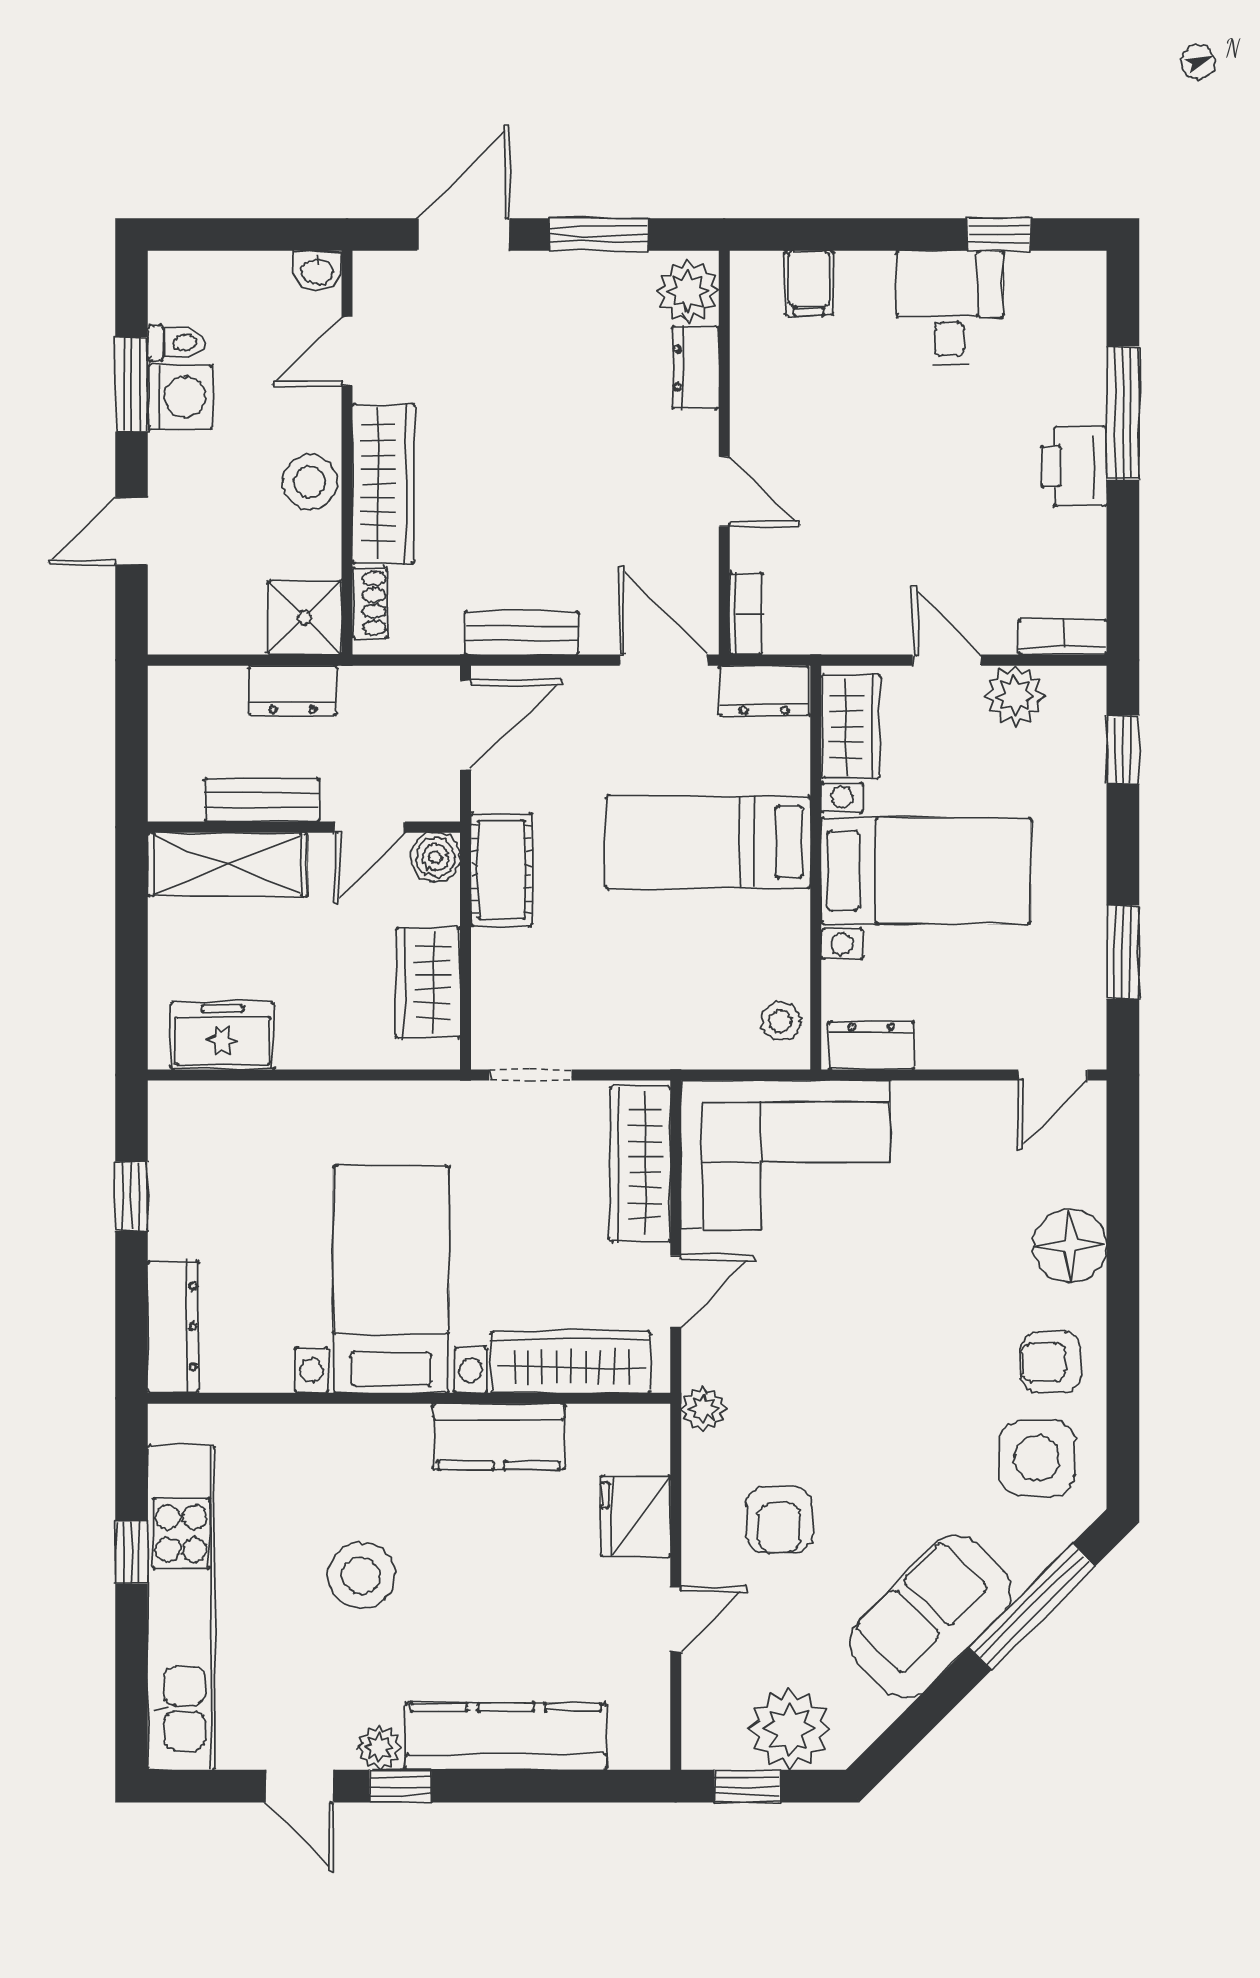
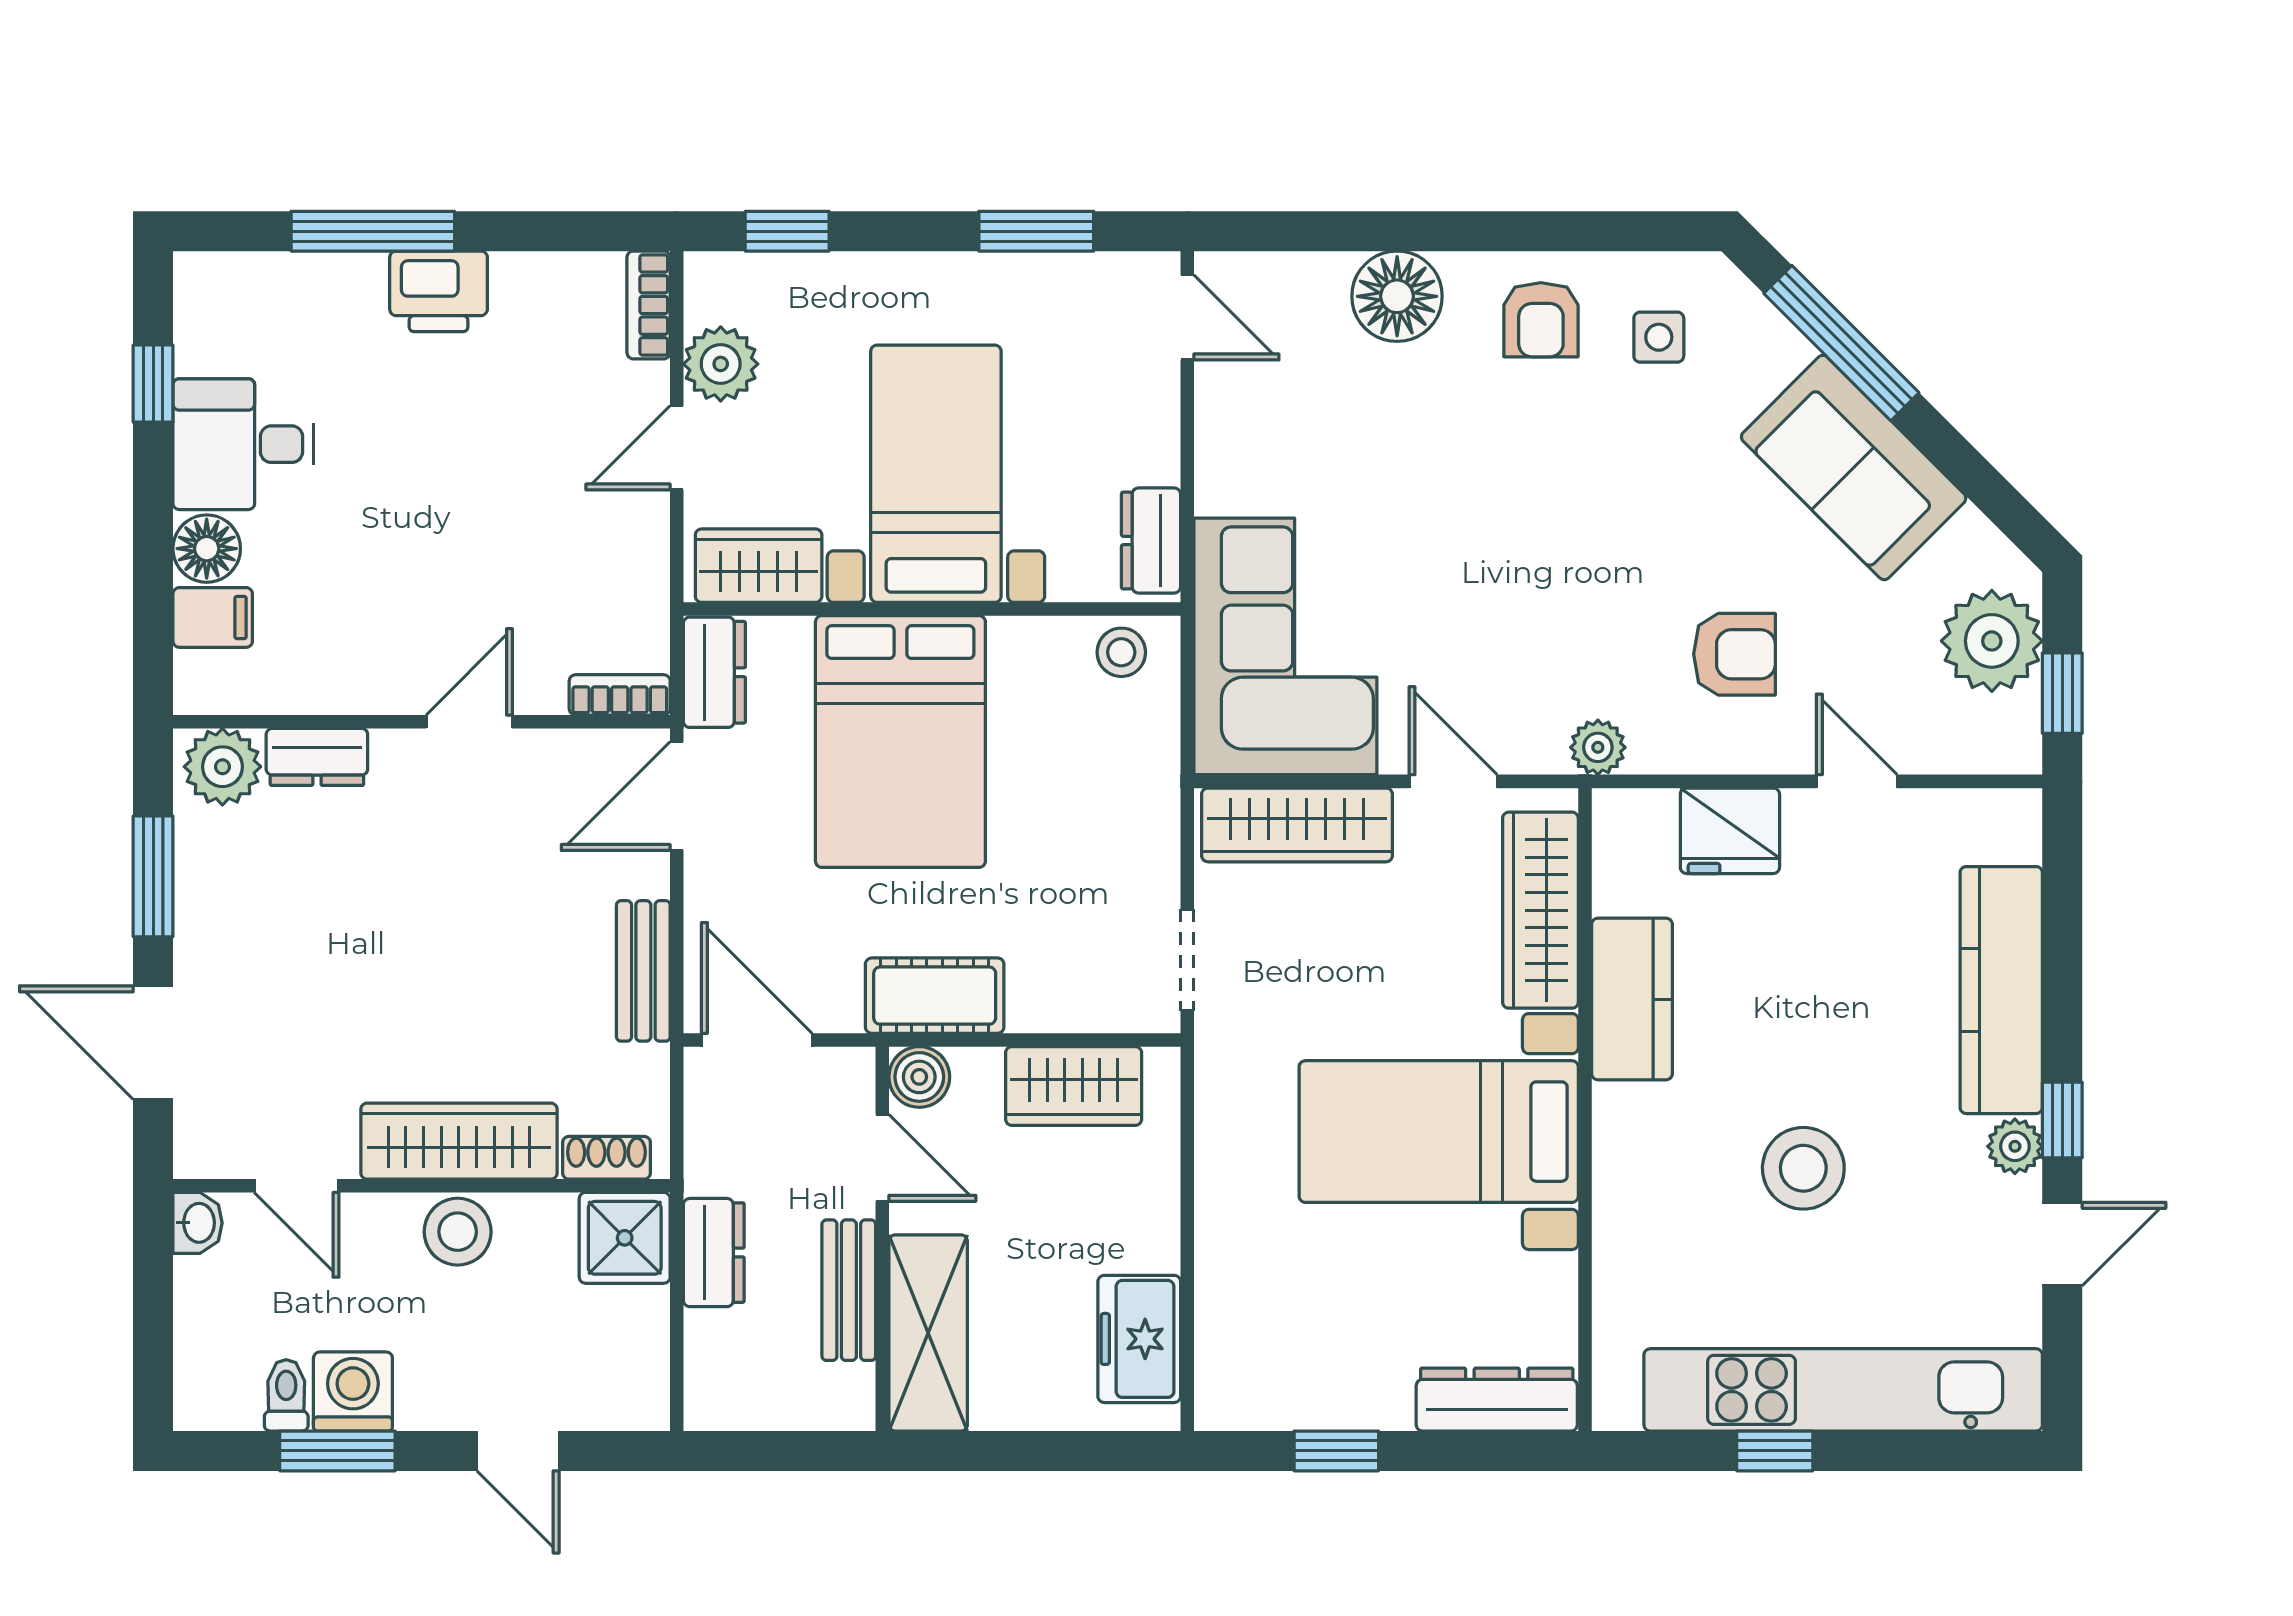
floor lamp: (865, 278) -> (207, 549), added
bed: (708, 842) -> (900, 742), width x1.50
side table: (1037, 1458) -> (1659, 337), width x0.54, depth x0.54

